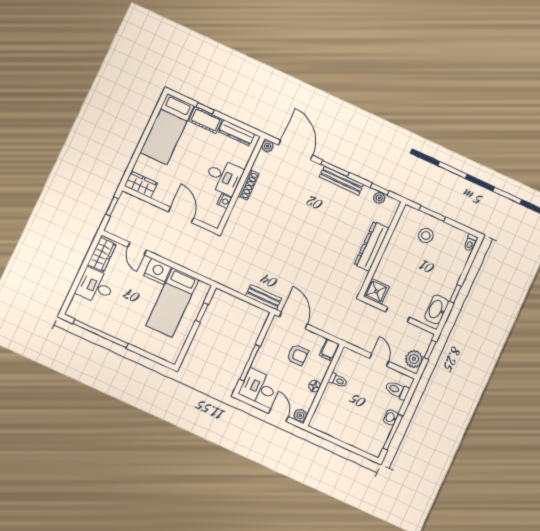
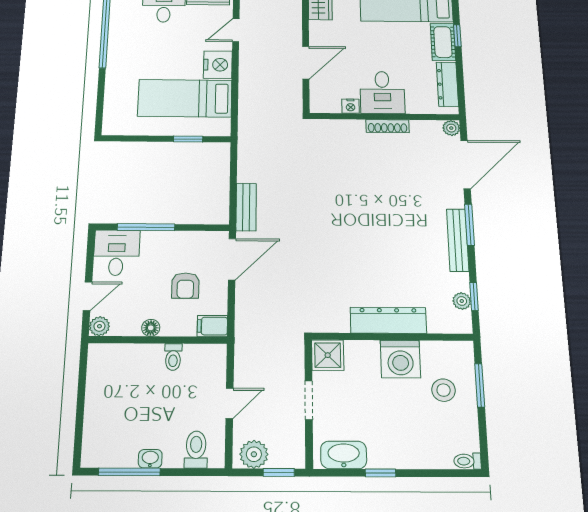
washing machine: (397, 251) -> (400, 359), added

